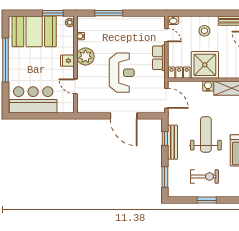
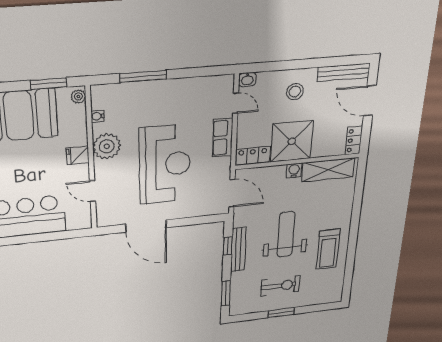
reception desk: (122, 73) -> (165, 165), width x1.36, depth x1.30
door: (124, 116) -> (146, 226), moved

